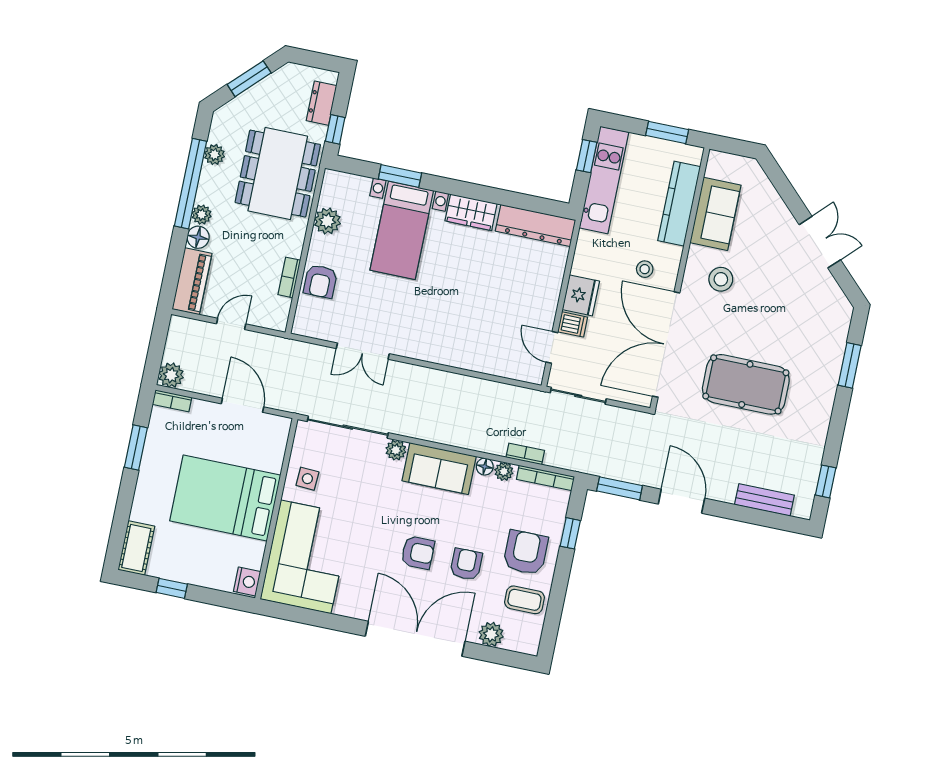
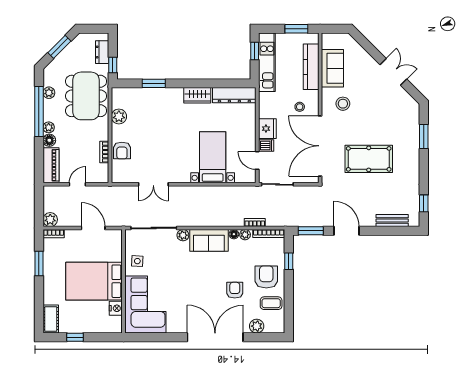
bed with nightstands: (402, 230) -> (213, 157), moved, turned 180
armchair: (418, 553) -> (207, 289), removed
nightstand: (247, 582) -> (116, 308), moved

